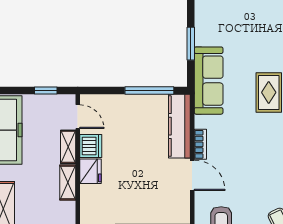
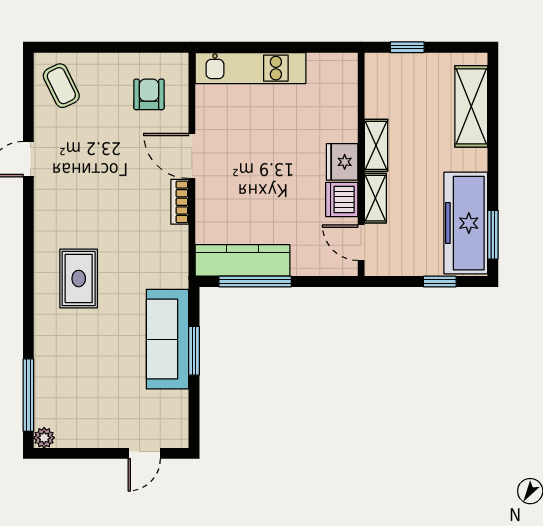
sofa: (209, 81) -> (168, 339), moved
window: (46, 90) -> (440, 282), moved
kitchen counter: (179, 126) -> (242, 260), moved, turned -90

